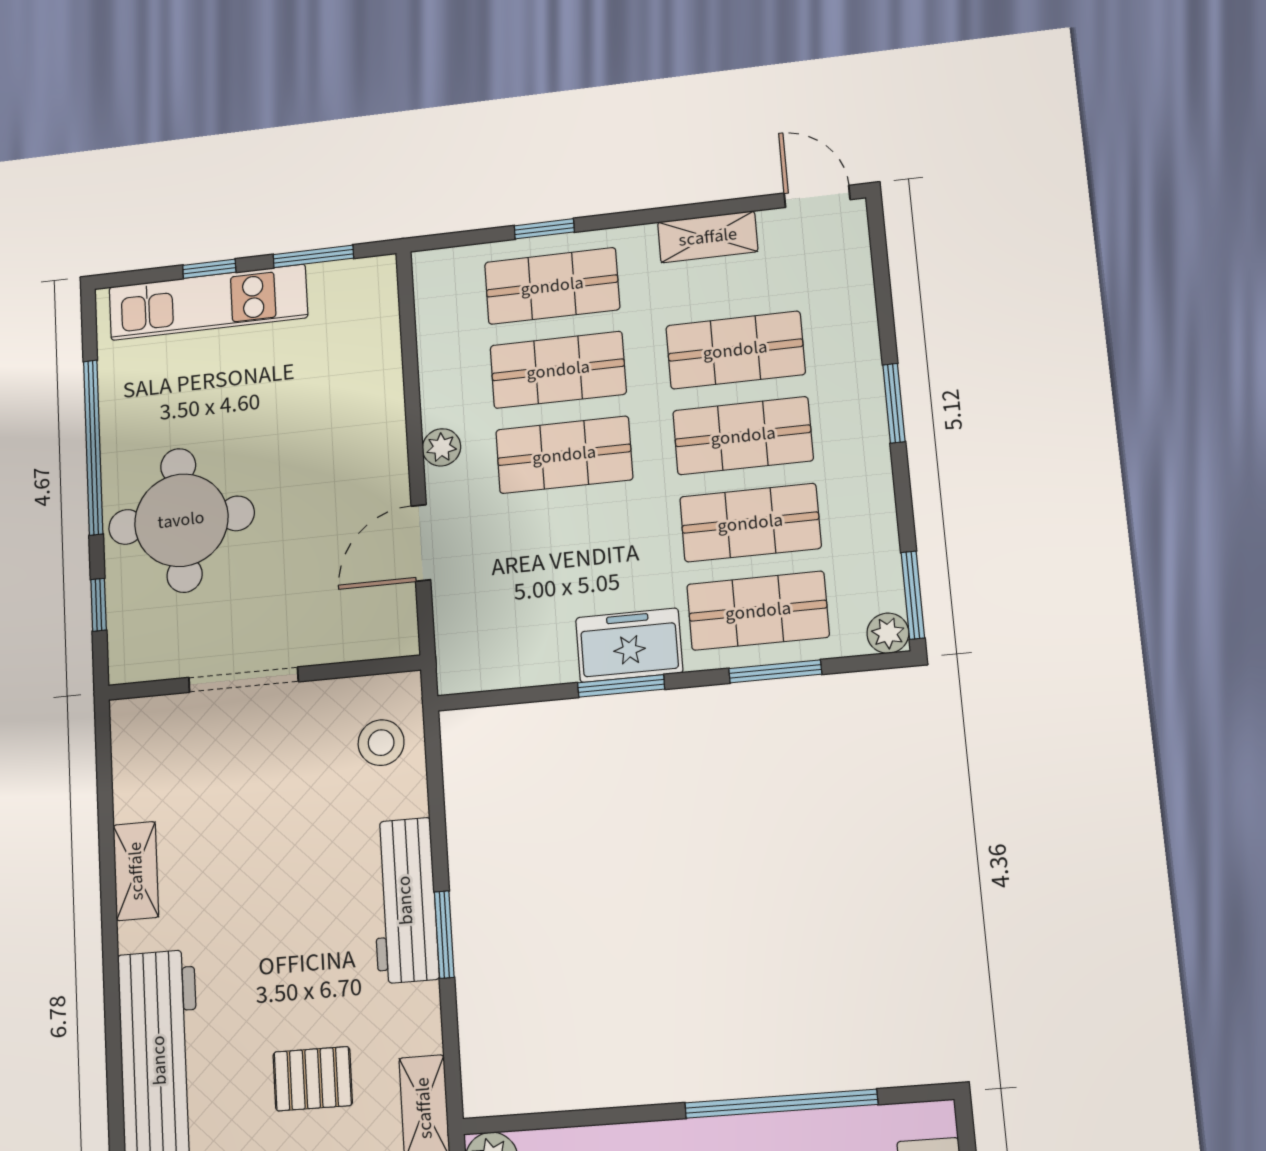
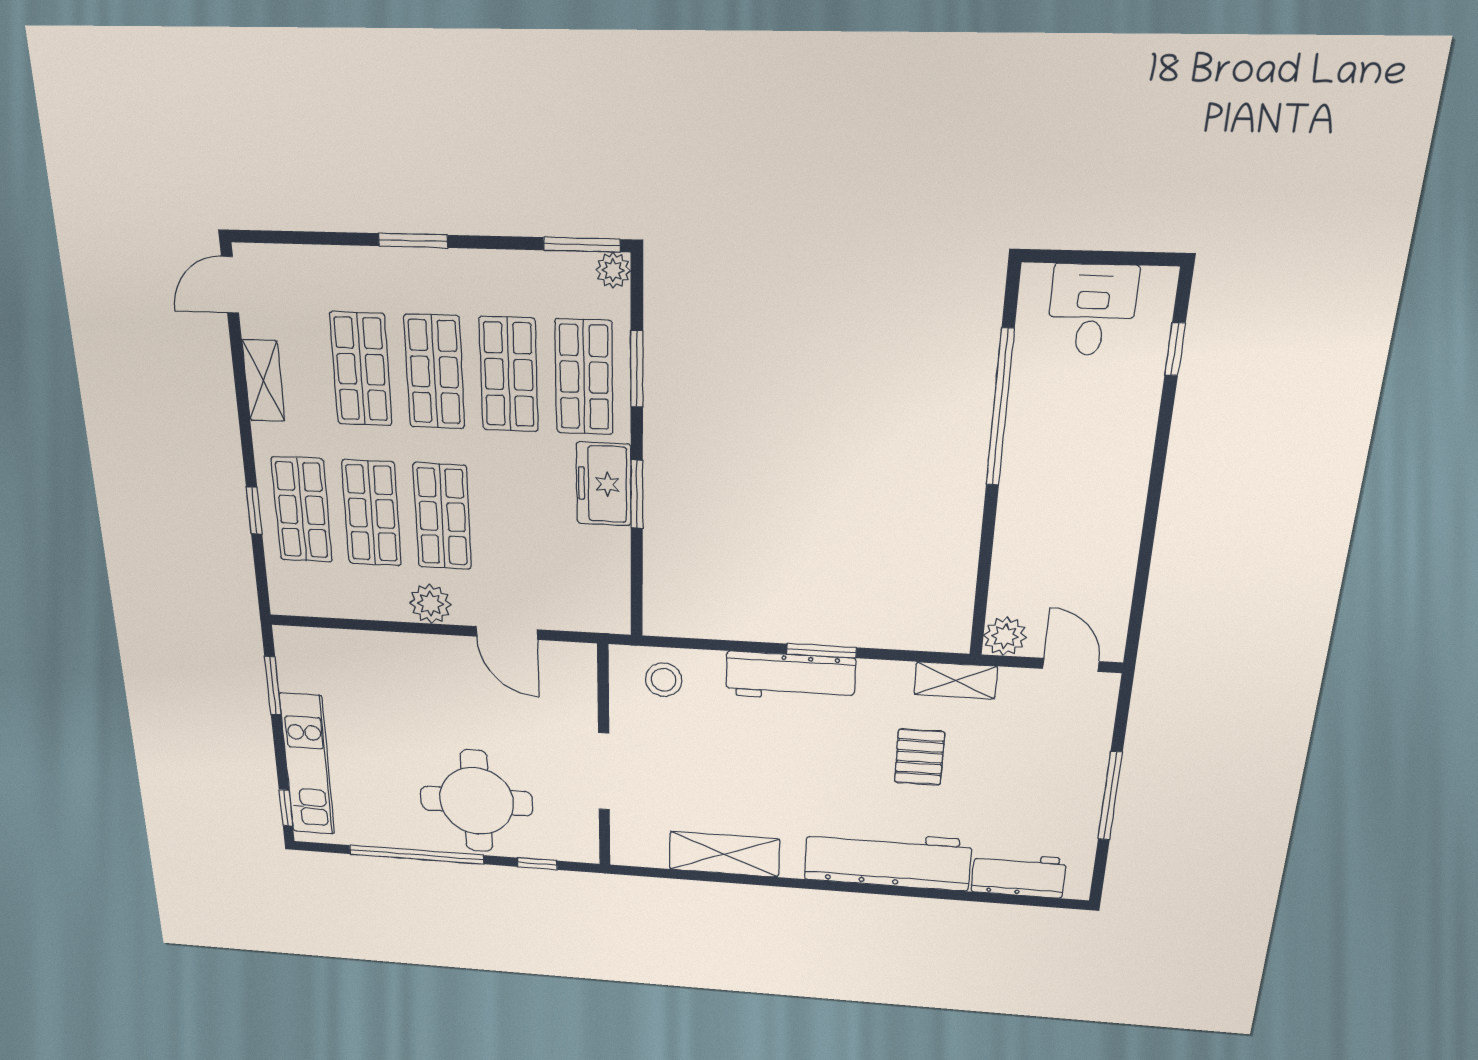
window: (209, 269) -> (286, 808), moved
plant: (441, 447) -> (430, 604), width x1.38, depth x1.38
shelving: (136, 871) -> (724, 854), width x1.50, depth x1.33

